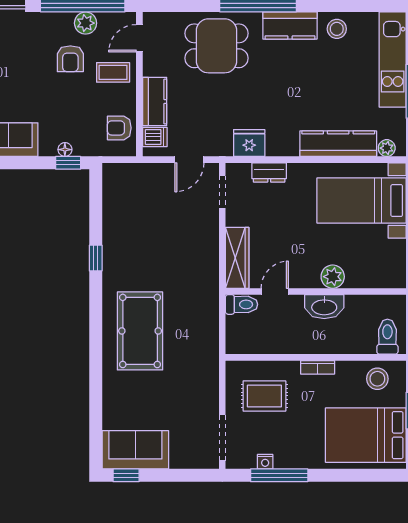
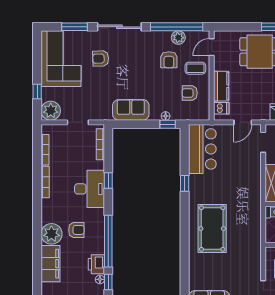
armchair: (119, 128) -> (190, 93), moved
bar counter: (124, 203) -> (202, 149), added

